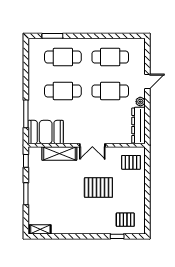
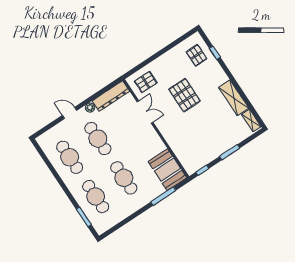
double door: (92, 145) -> (145, 112), moved
shelving: (59, 153) -> (234, 98), moved
pallet: (131, 162) -> (146, 82), turned 90

